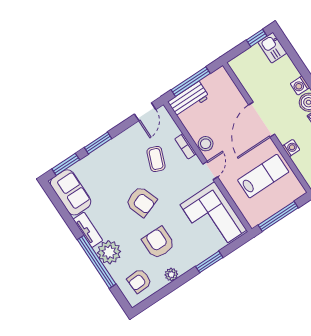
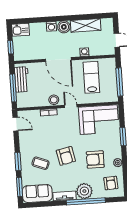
window: (257, 38) -> (11, 47), moved
workbench: (189, 99) -> (22, 79), moved
coffee table: (156, 159) -> (41, 163), moved
armchair: (141, 202) -> (66, 156), turned 98

